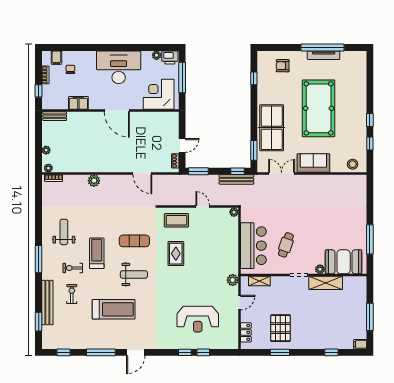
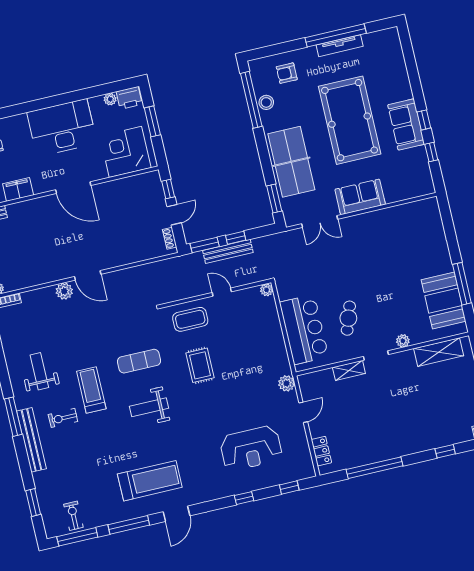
window: (182, 77) -> (152, 121), width x0.69
window: (254, 78) -> (251, 100), width x3.17
sofa: (357, 120) -> (406, 124), added
window: (182, 127) -> (168, 189), added
stool: (353, 164) -> (266, 102), moved
window: (238, 171) -> (236, 238), moved
door: (142, 173) -> (88, 275), moved
double door: (282, 173) -> (320, 221), swing flipped
bench: (236, 179) -> (228, 251), moved
booth: (344, 262) -> (444, 301), moved, turned 90
weight bench: (134, 274) -> (149, 407), turned 180
shelving: (259, 281) -> (349, 370), moved
shelving: (326, 283) -> (439, 352), moved
exercise bike: (72, 294) -> (73, 516), moved
bench: (47, 303) -> (31, 440), moved
treadmill: (114, 309) -> (150, 481), moved
pallet: (280, 328) -> (368, 434), removed
window: (63, 352) -> (77, 537), width x2.17
window: (203, 352) -> (289, 488), moved
window: (280, 352) -> (375, 468), width x2.11

